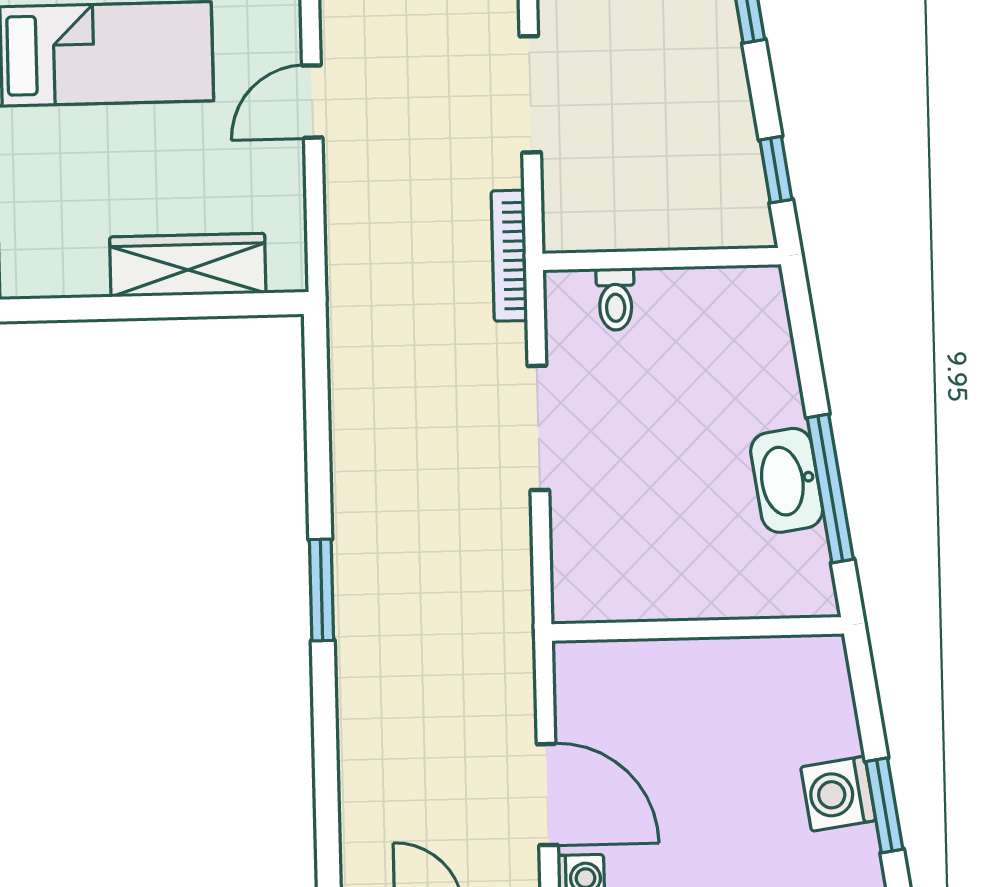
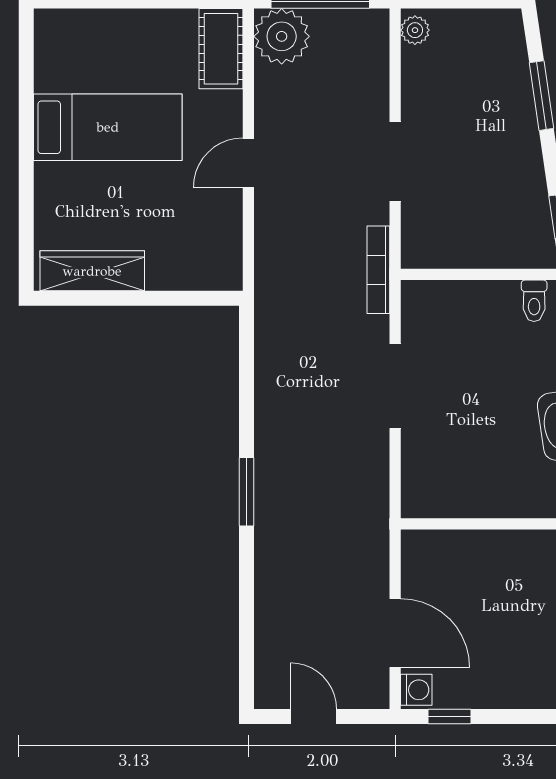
wardrobe: (188, 265) -> (92, 271), moved
toilet: (615, 299) -> (534, 301), moved

